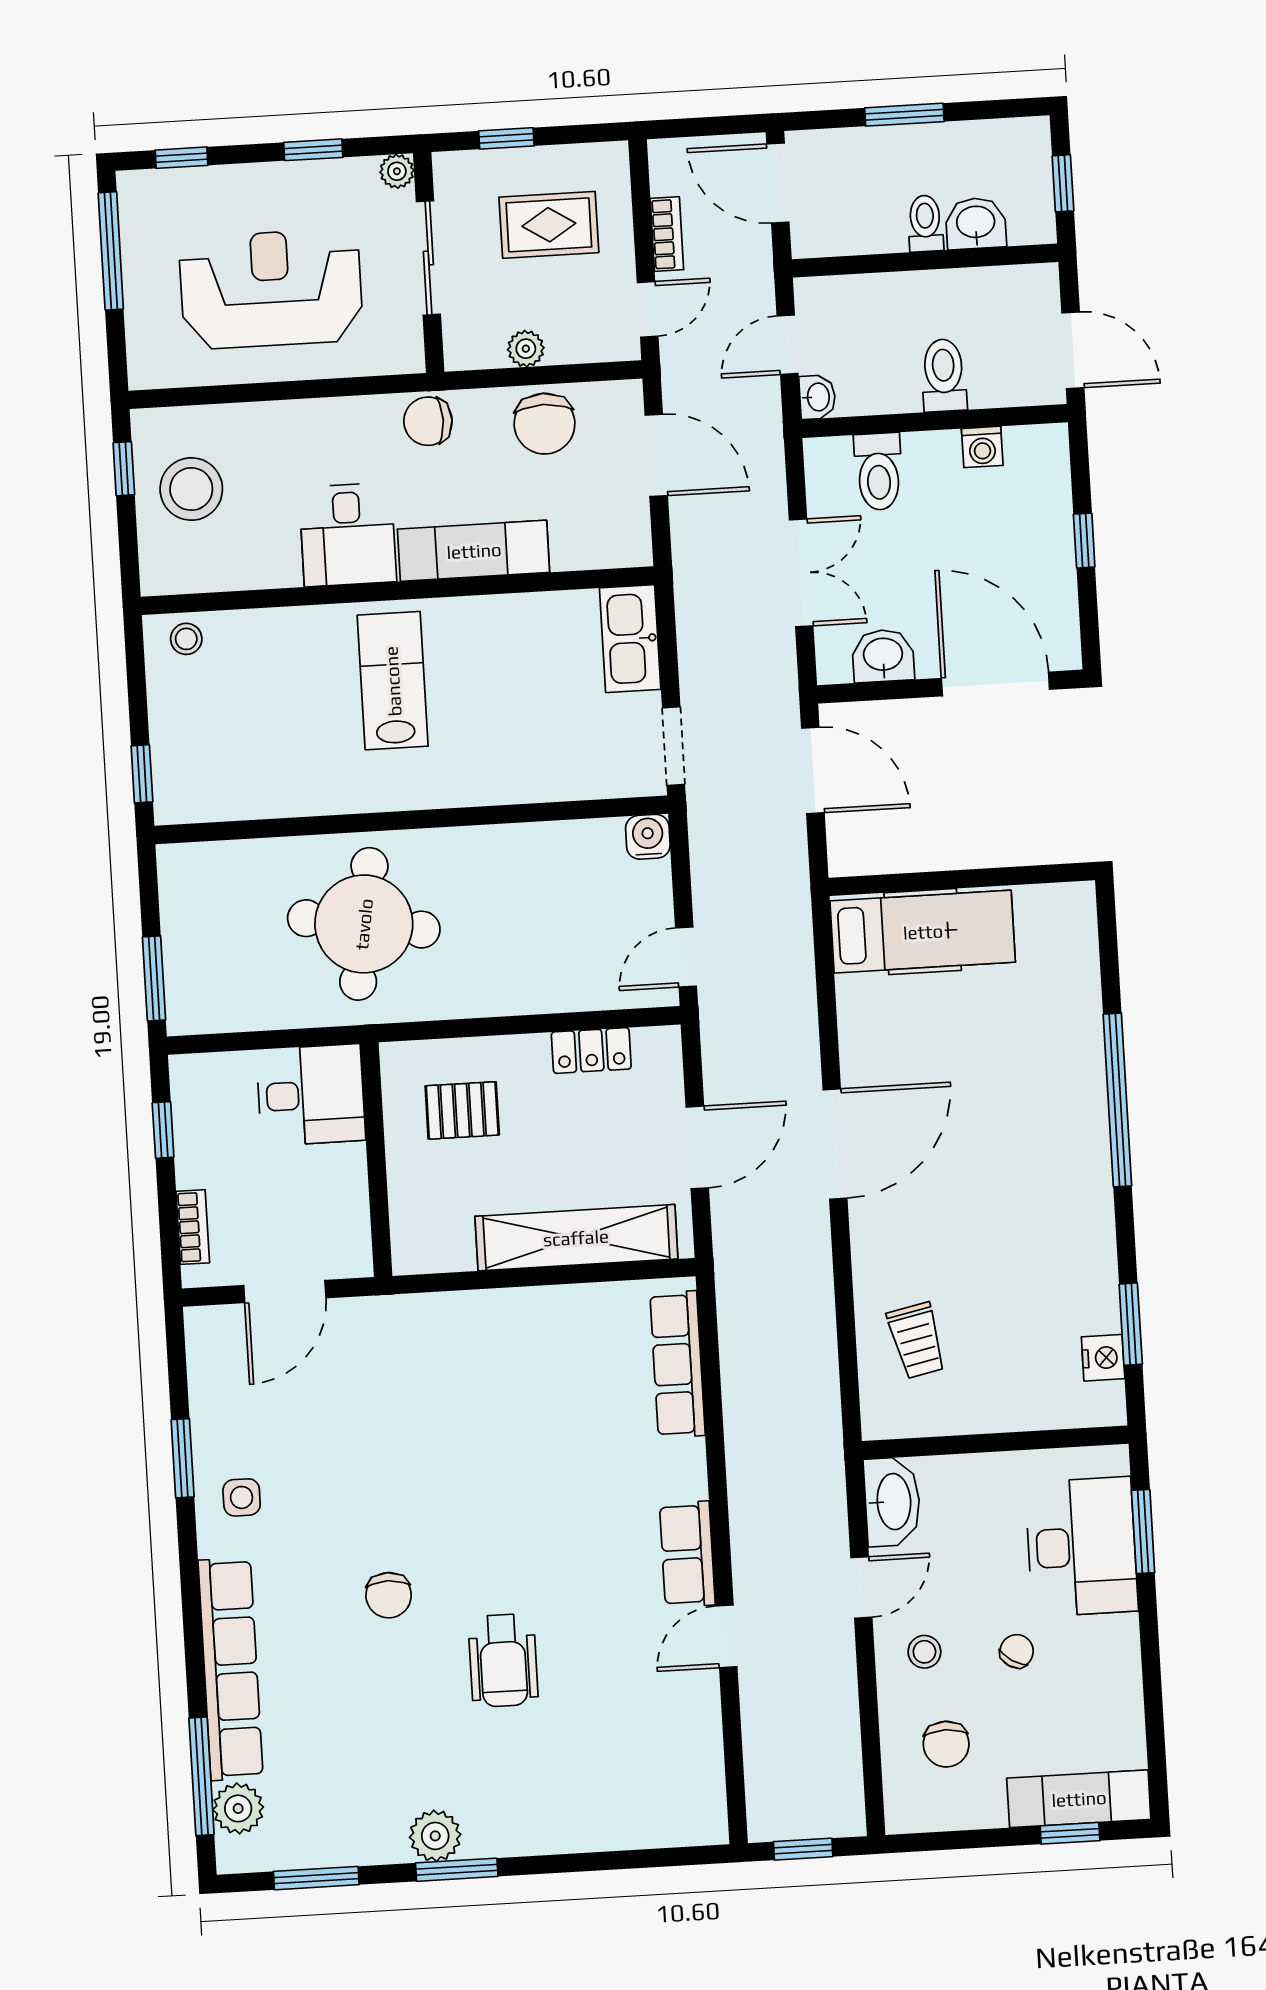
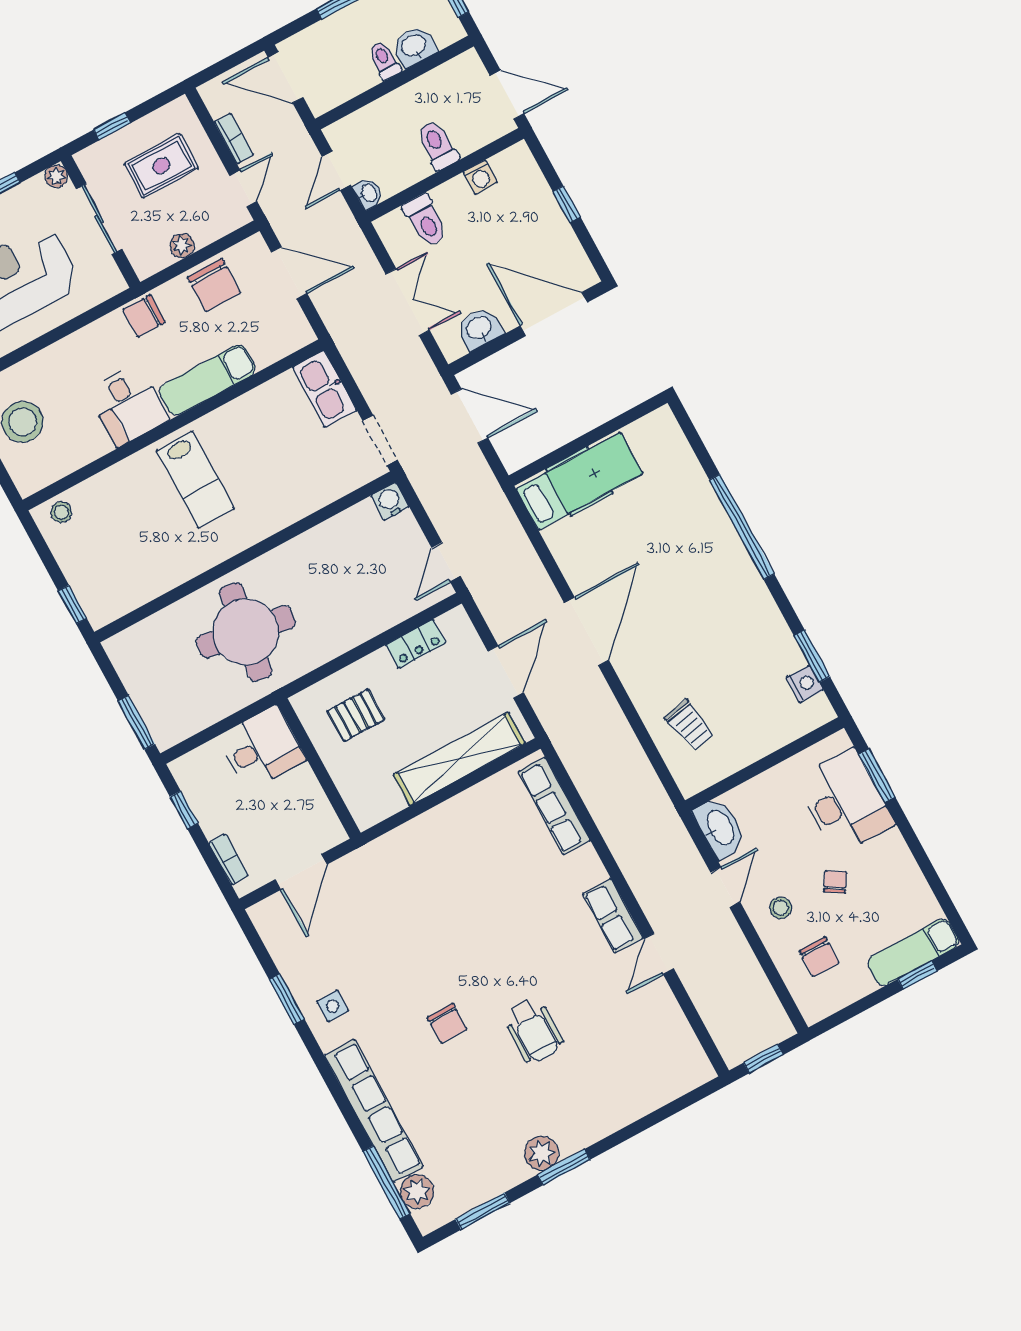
lab bench: (393, 681) -> (195, 480), turned 180

